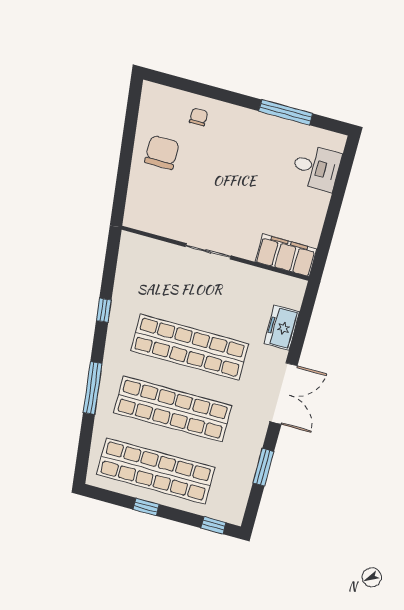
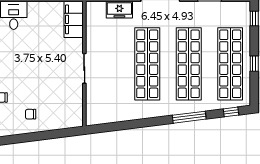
chair: (162, 152) -> (31, 114), width x0.54, depth x0.54
window: (104, 310) -> (231, 112), moved

